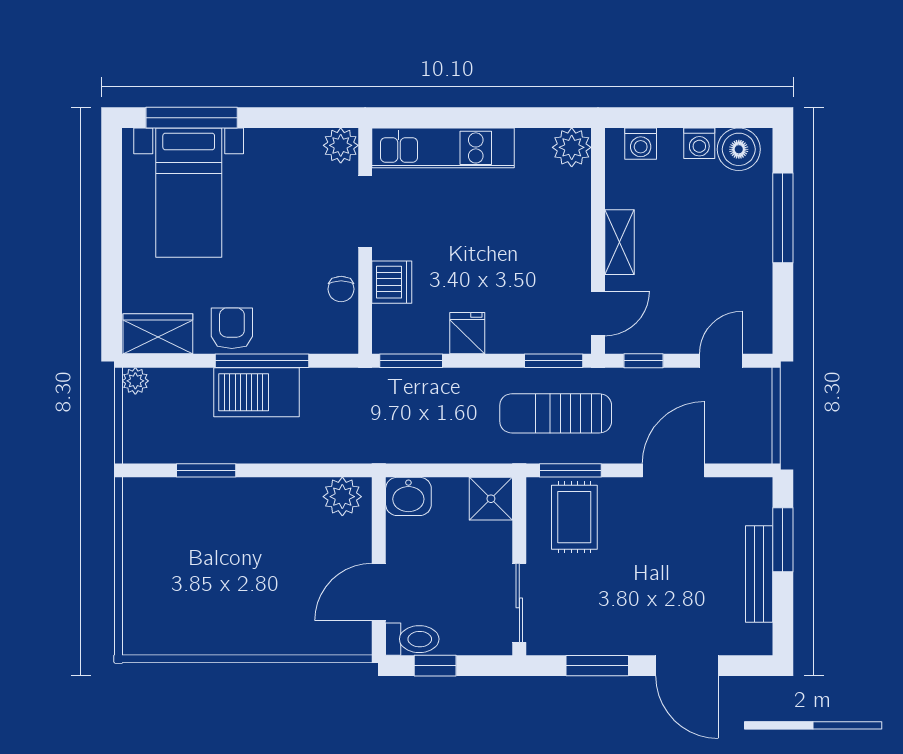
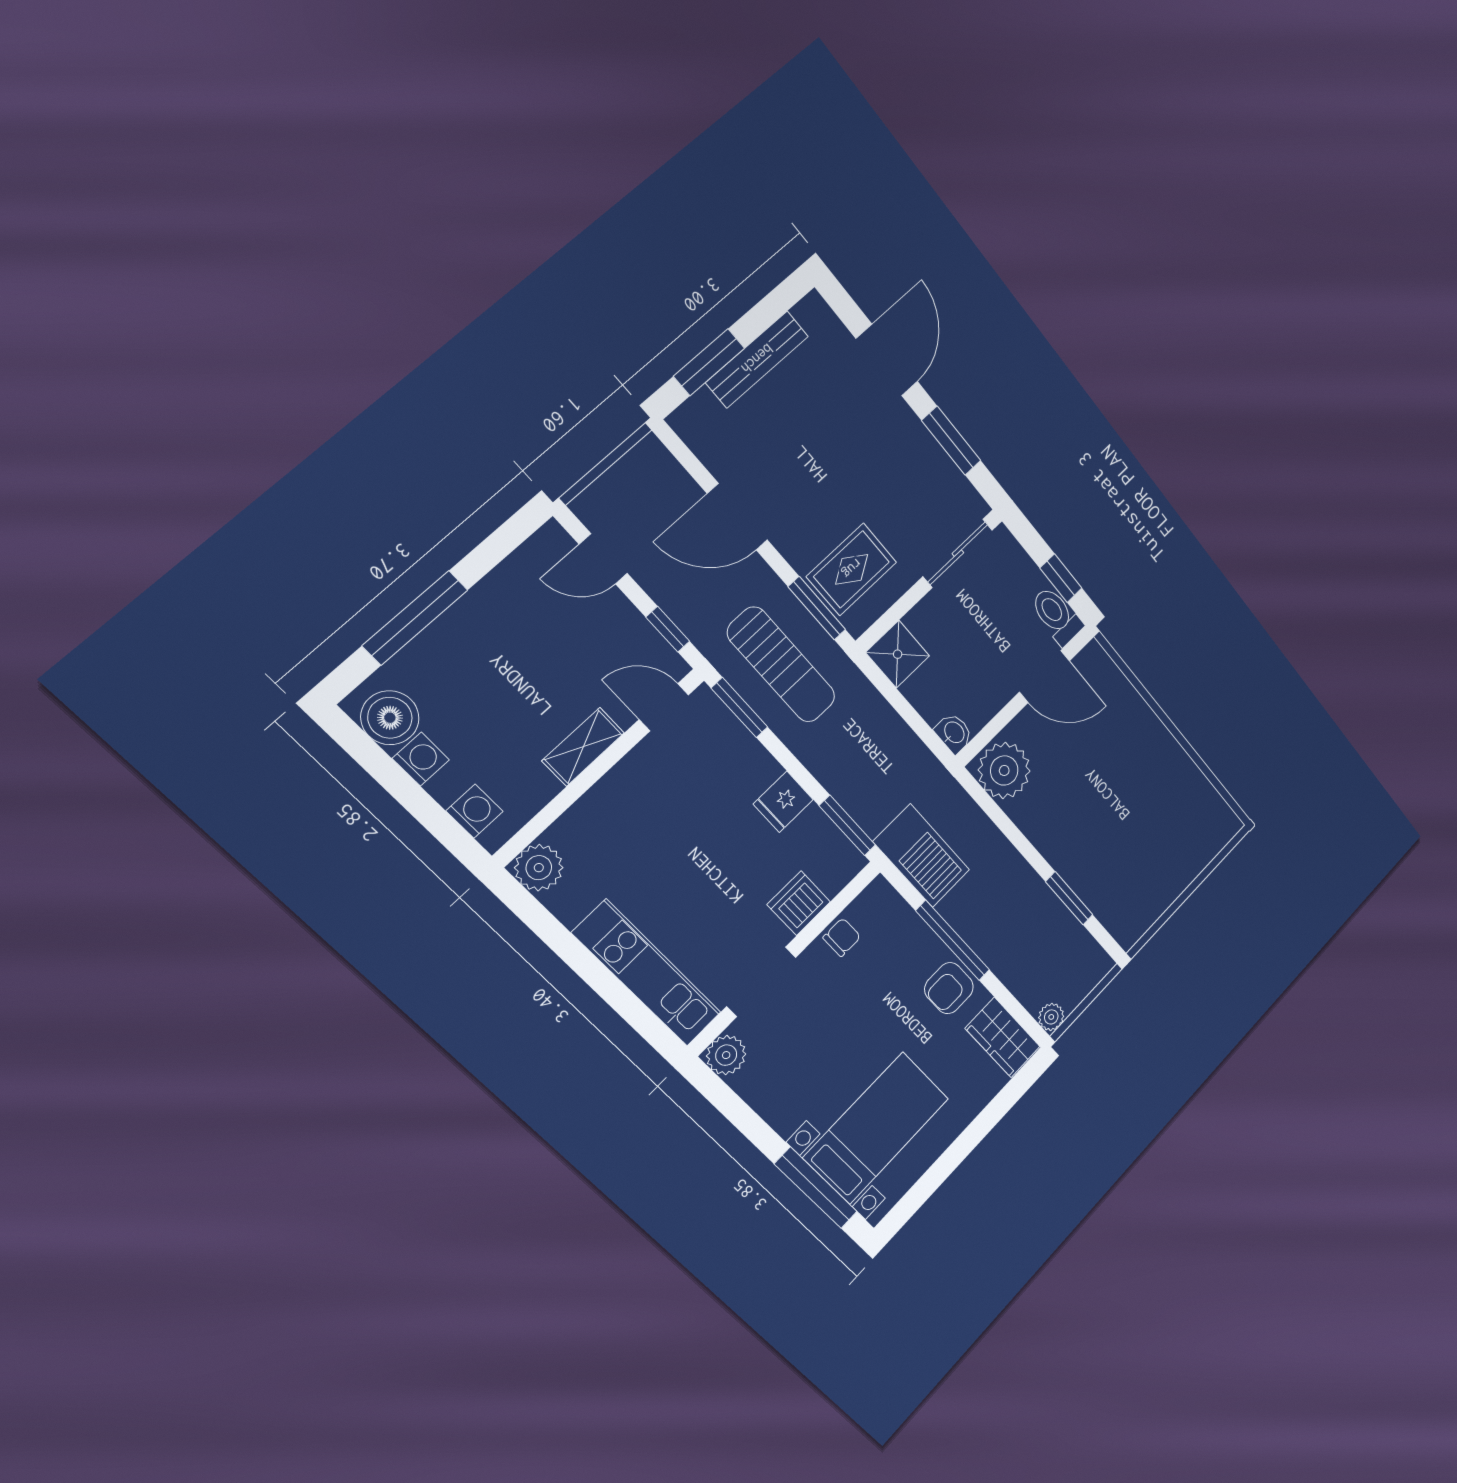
barbecue: (256, 392) -> (921, 856), moved
washbasin: (408, 496) -> (954, 733), width x0.72, depth x0.69
plant: (342, 497) -> (1004, 770), width x1.36, depth x1.36

